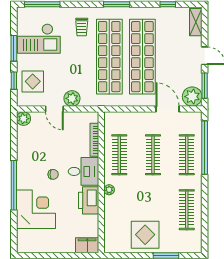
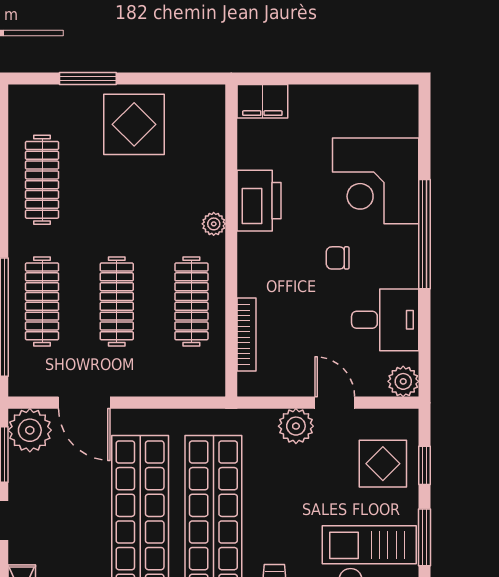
desk: (83, 171) -> (385, 320), moved, turned 180

